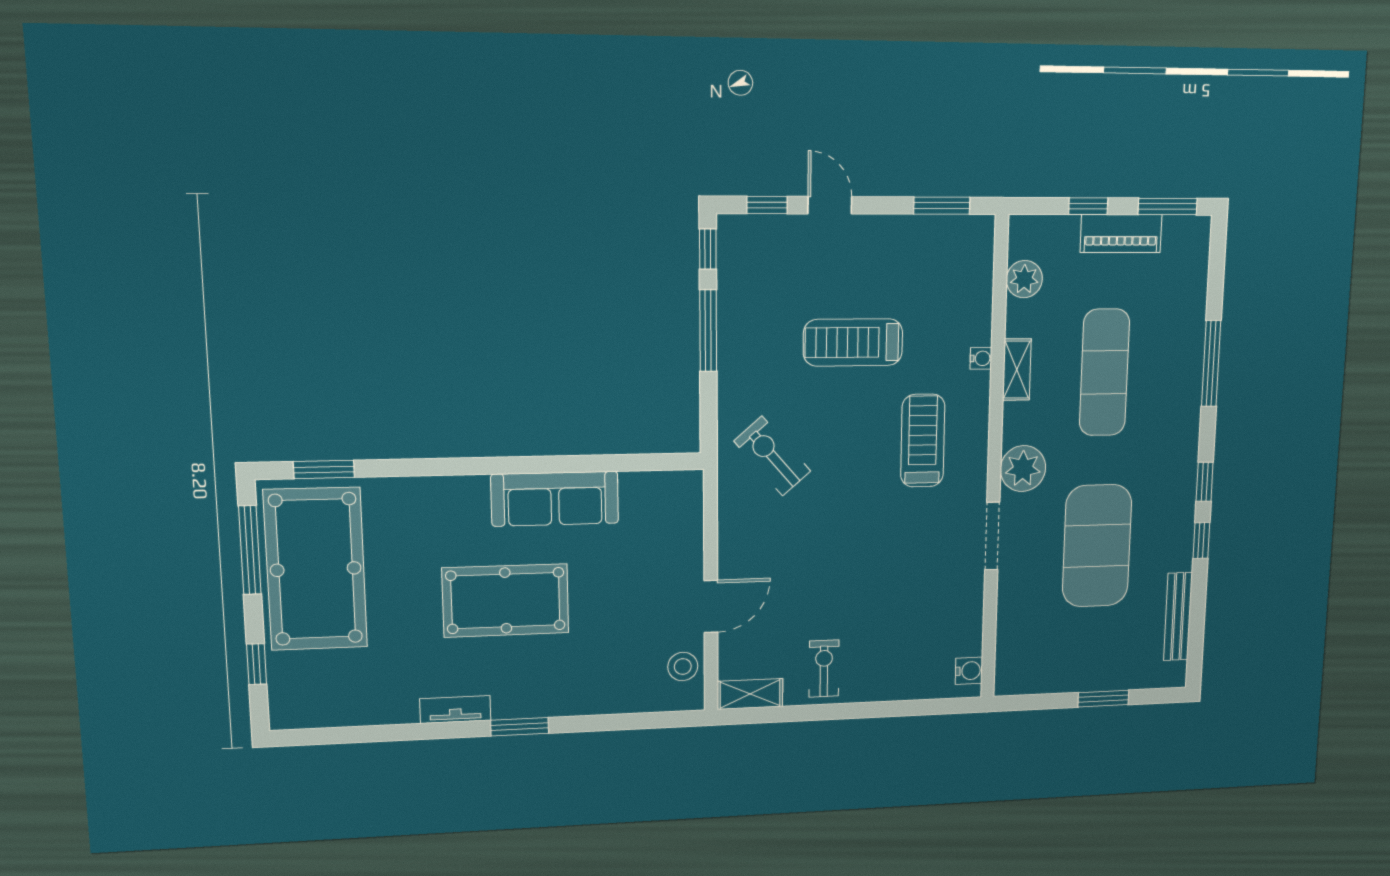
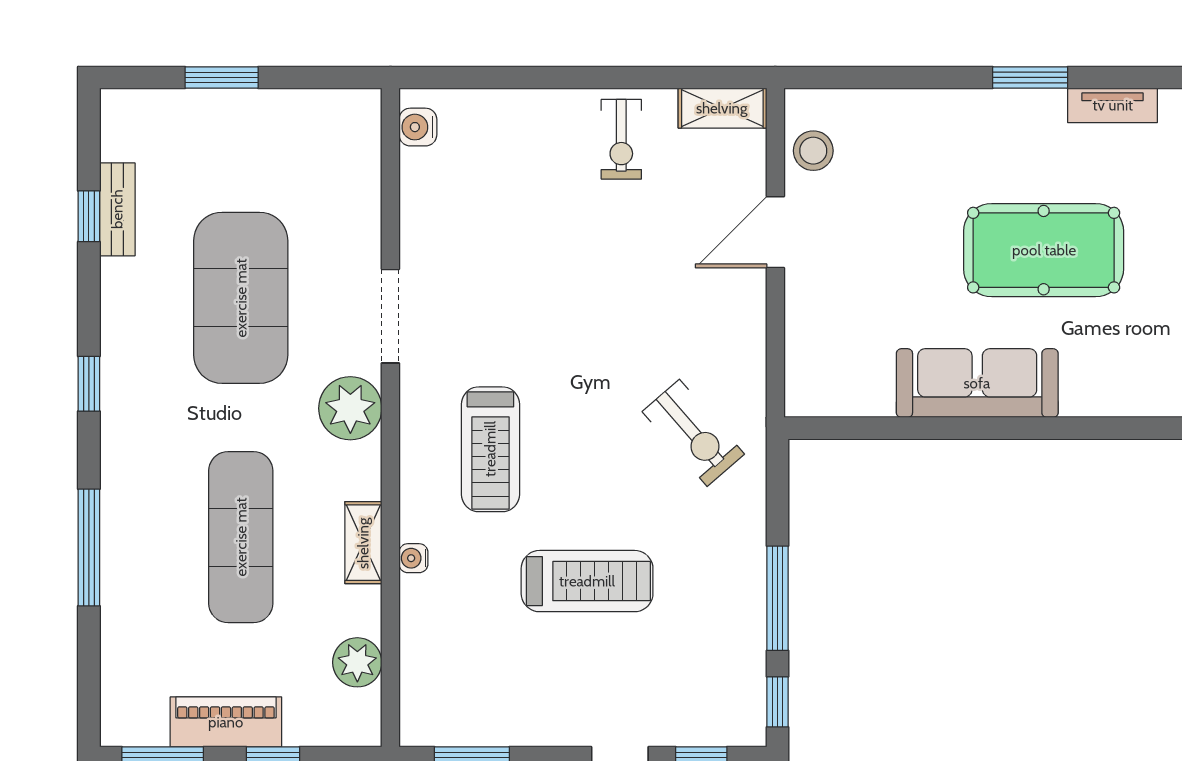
window: (1201, 540) -> (89, 216), moved
bench: (1178, 617) -> (117, 209), width x0.73

